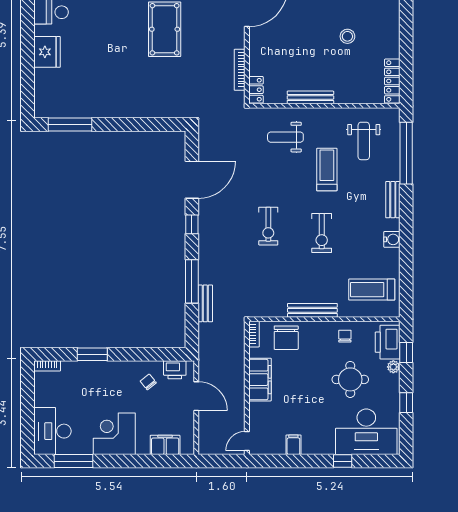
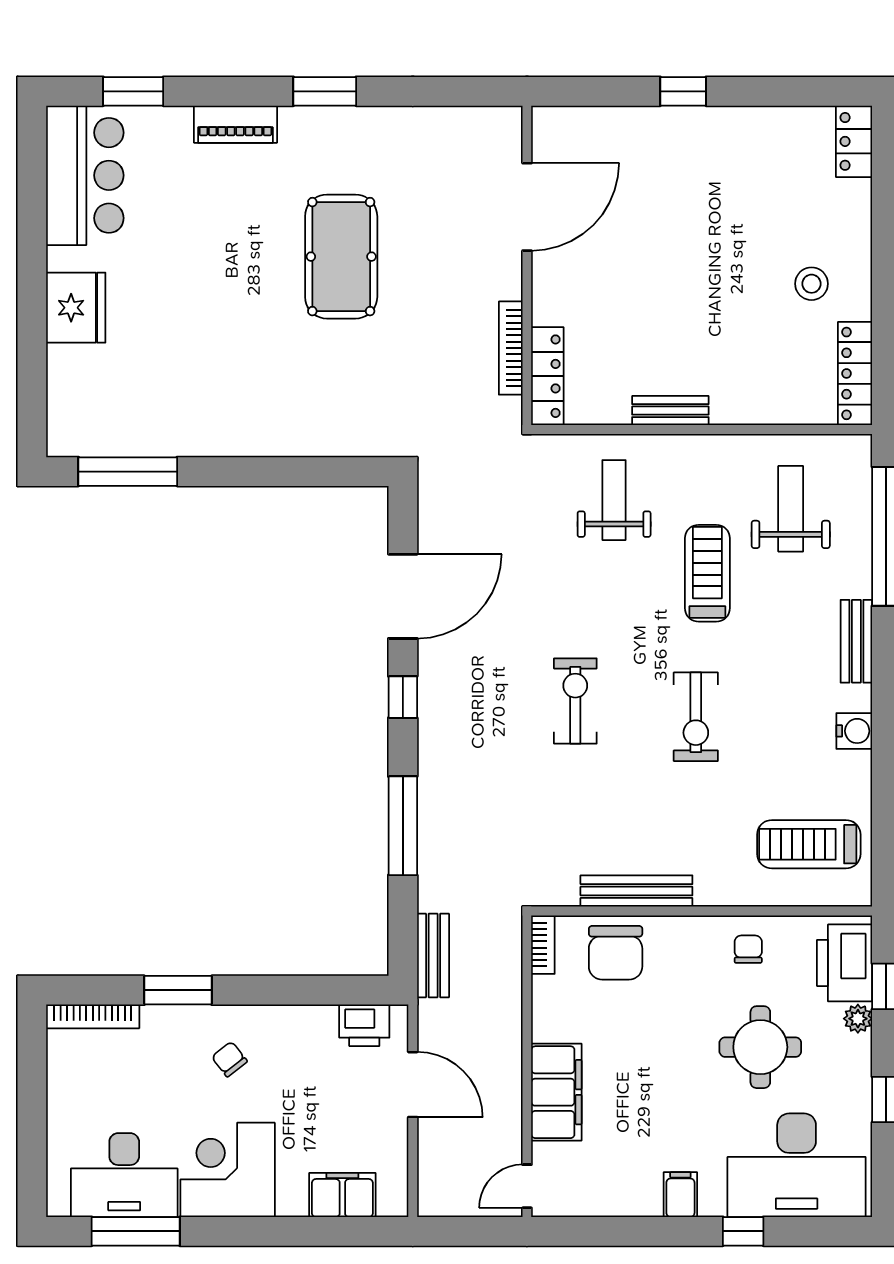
stool: (347, 36) -> (811, 284), moved
locker: (256, 90) -> (547, 376), width x1.53
bench: (310, 97) -> (670, 411), width x0.73
weight bench: (285, 137) -> (614, 500), turned 90
weight bench: (364, 141) -> (791, 509), turned 180
exercise bike: (268, 226) -> (575, 701), turned 180
bench: (205, 303) -> (433, 956), moved
bench: (312, 310) -> (636, 891), moved
bookcase: (47, 366) -> (93, 1016), width x1.56
filing cabinet: (260, 380) -> (556, 1092), moved
chair: (148, 382) -> (229, 1059), moved
desk: (52, 431) -> (124, 1175), moved, turned -90
filing cabinet: (293, 445) -> (680, 1195), moved

